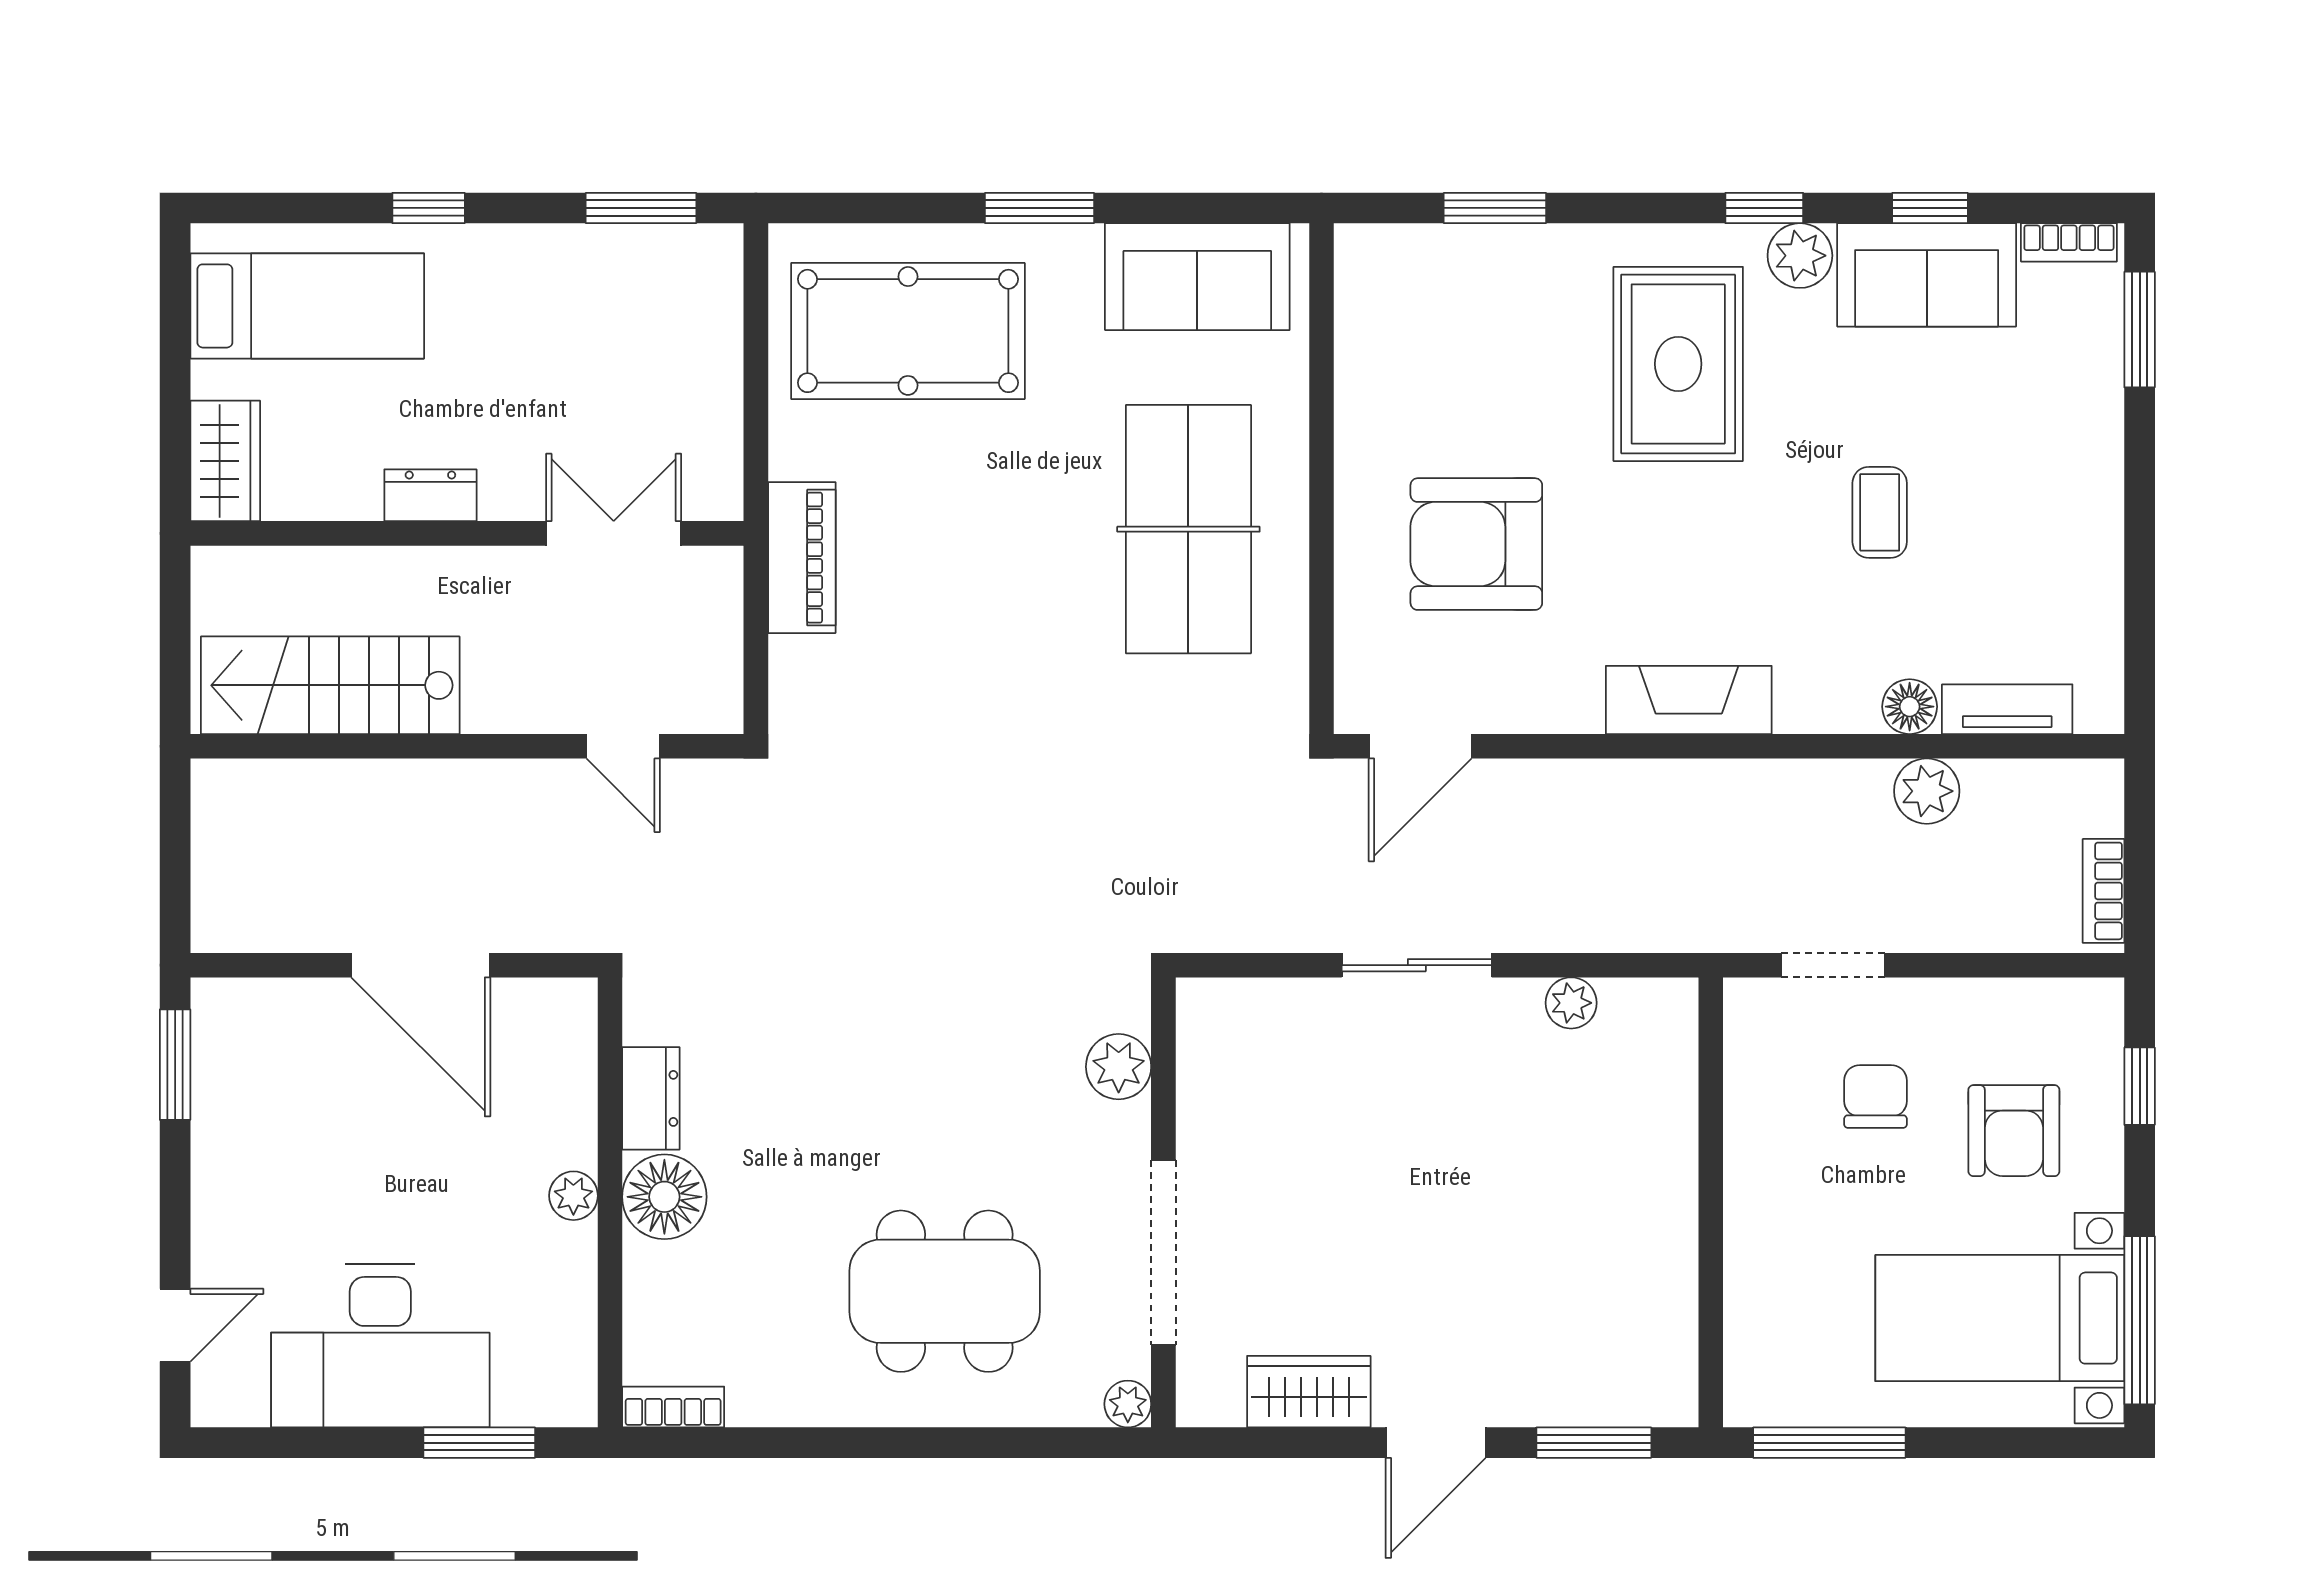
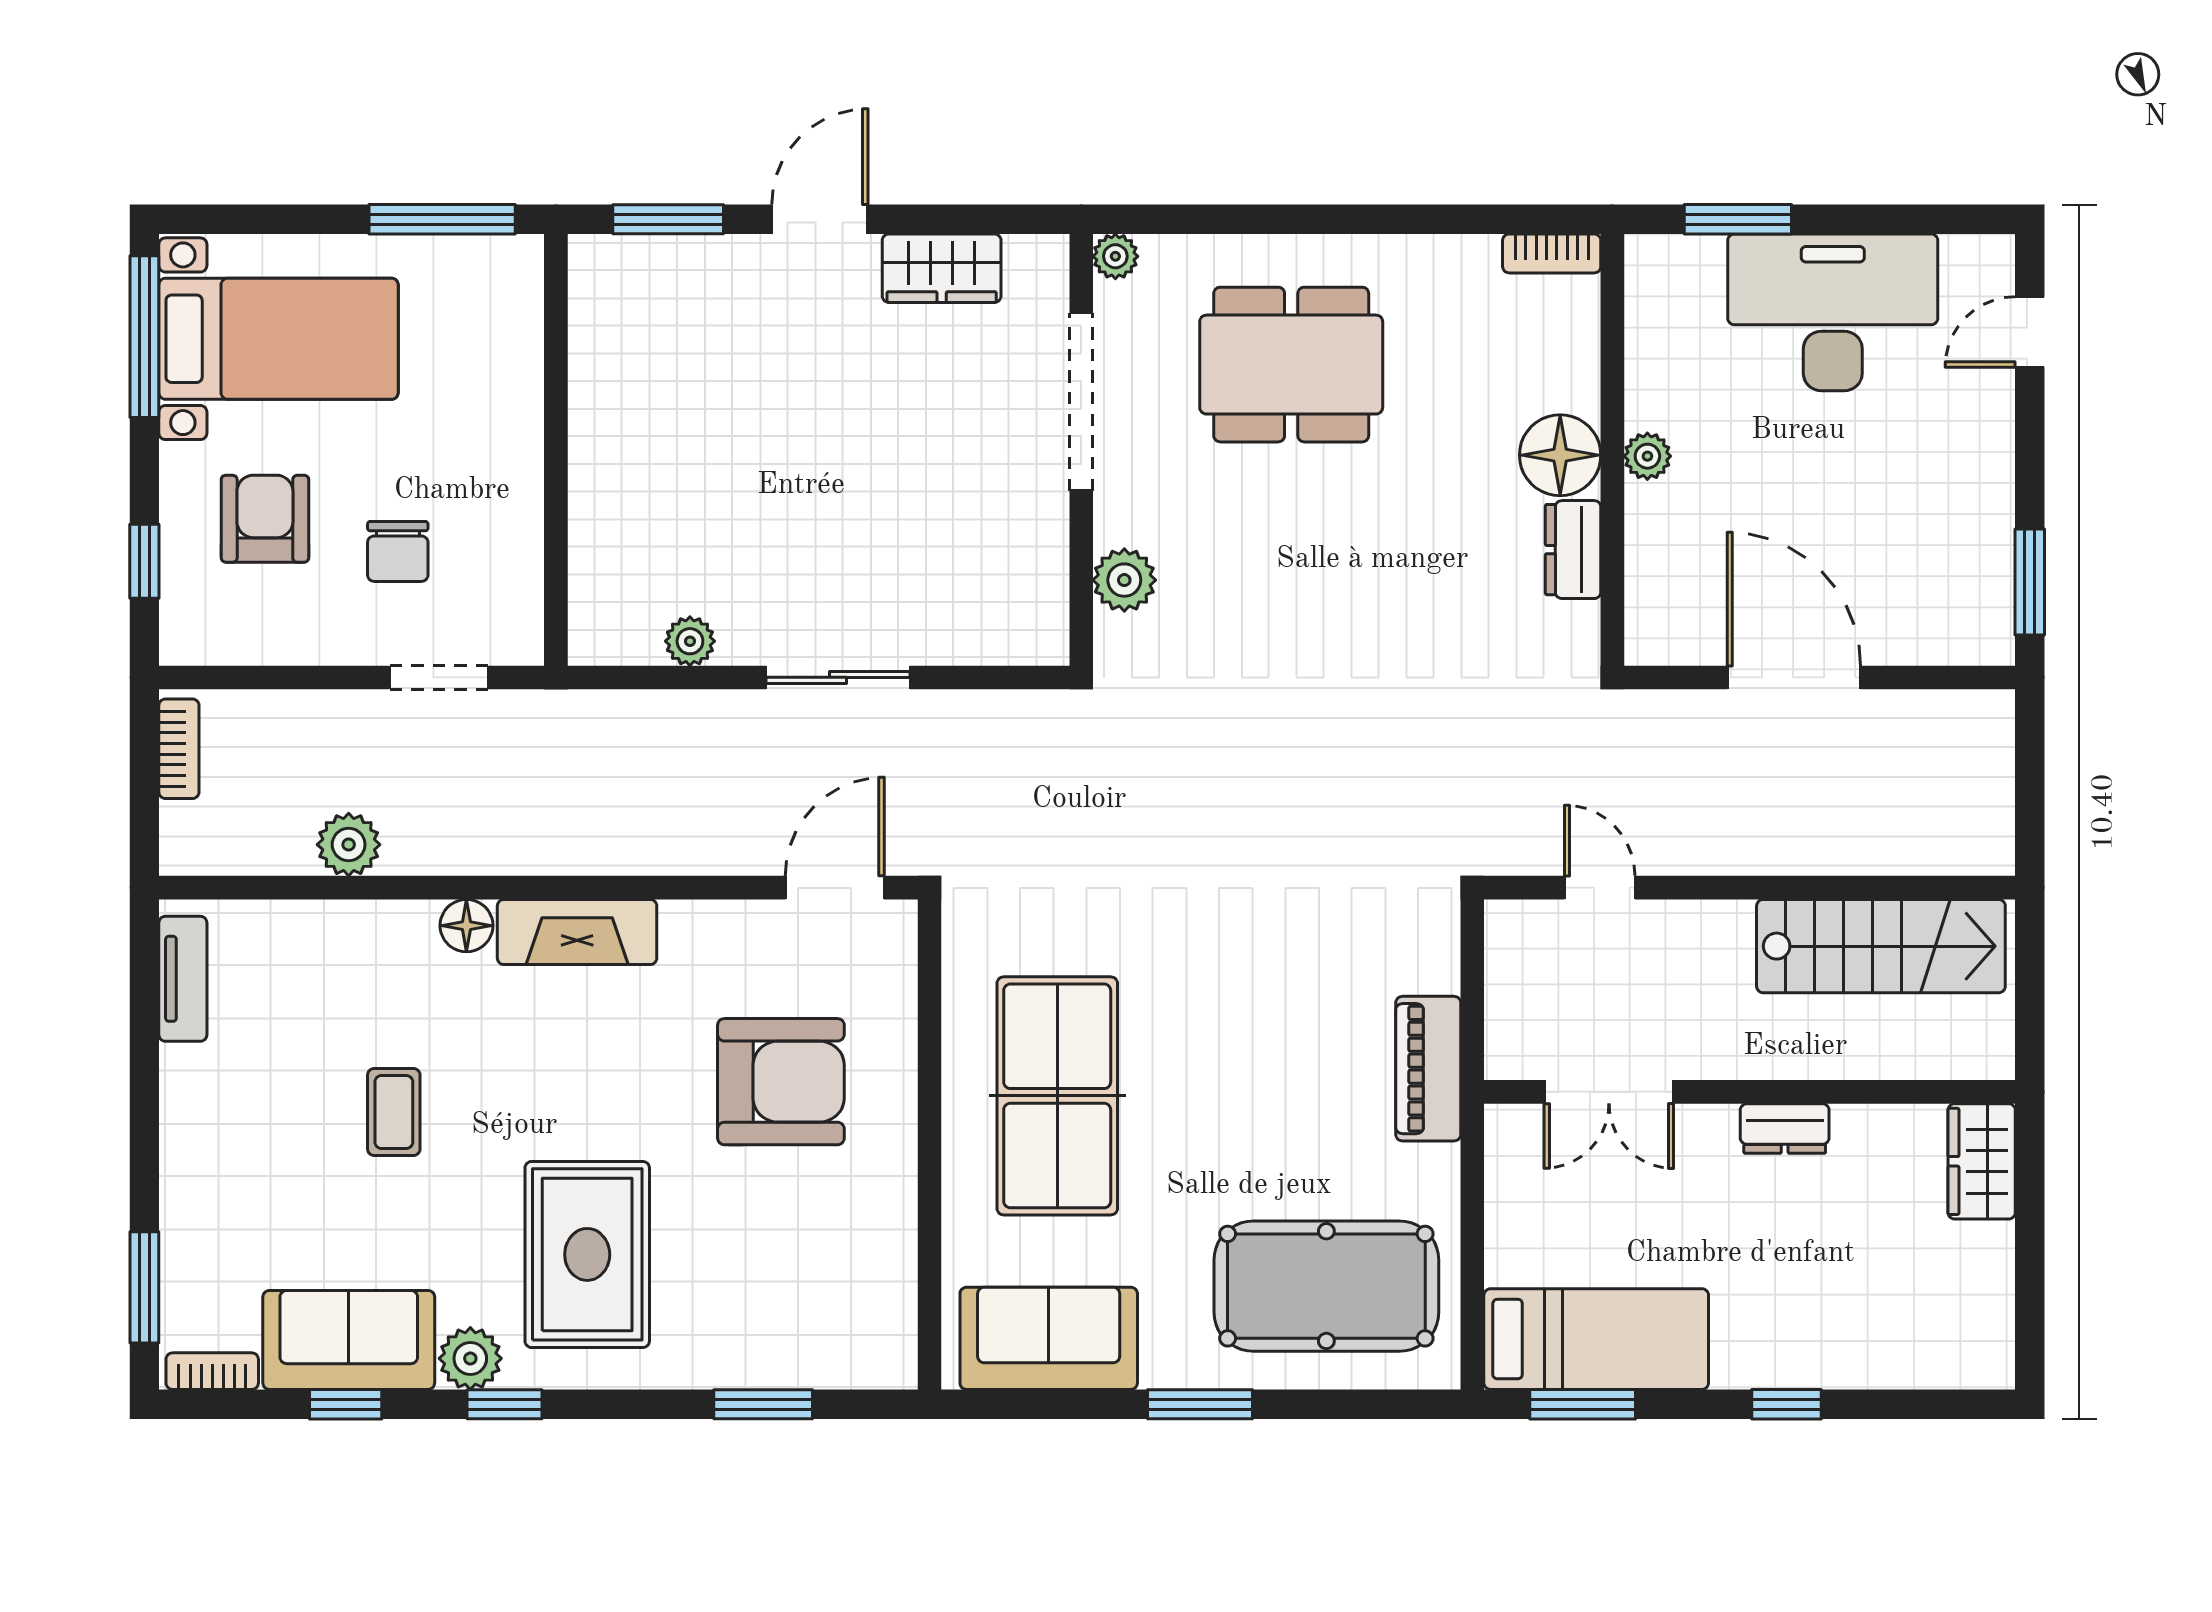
bed: (307, 306) -> (1596, 1339), moved, turned 180
floor lamp: (1910, 707) -> (466, 926), moved
tv unit: (2007, 709) -> (183, 979), moved, turned -90

